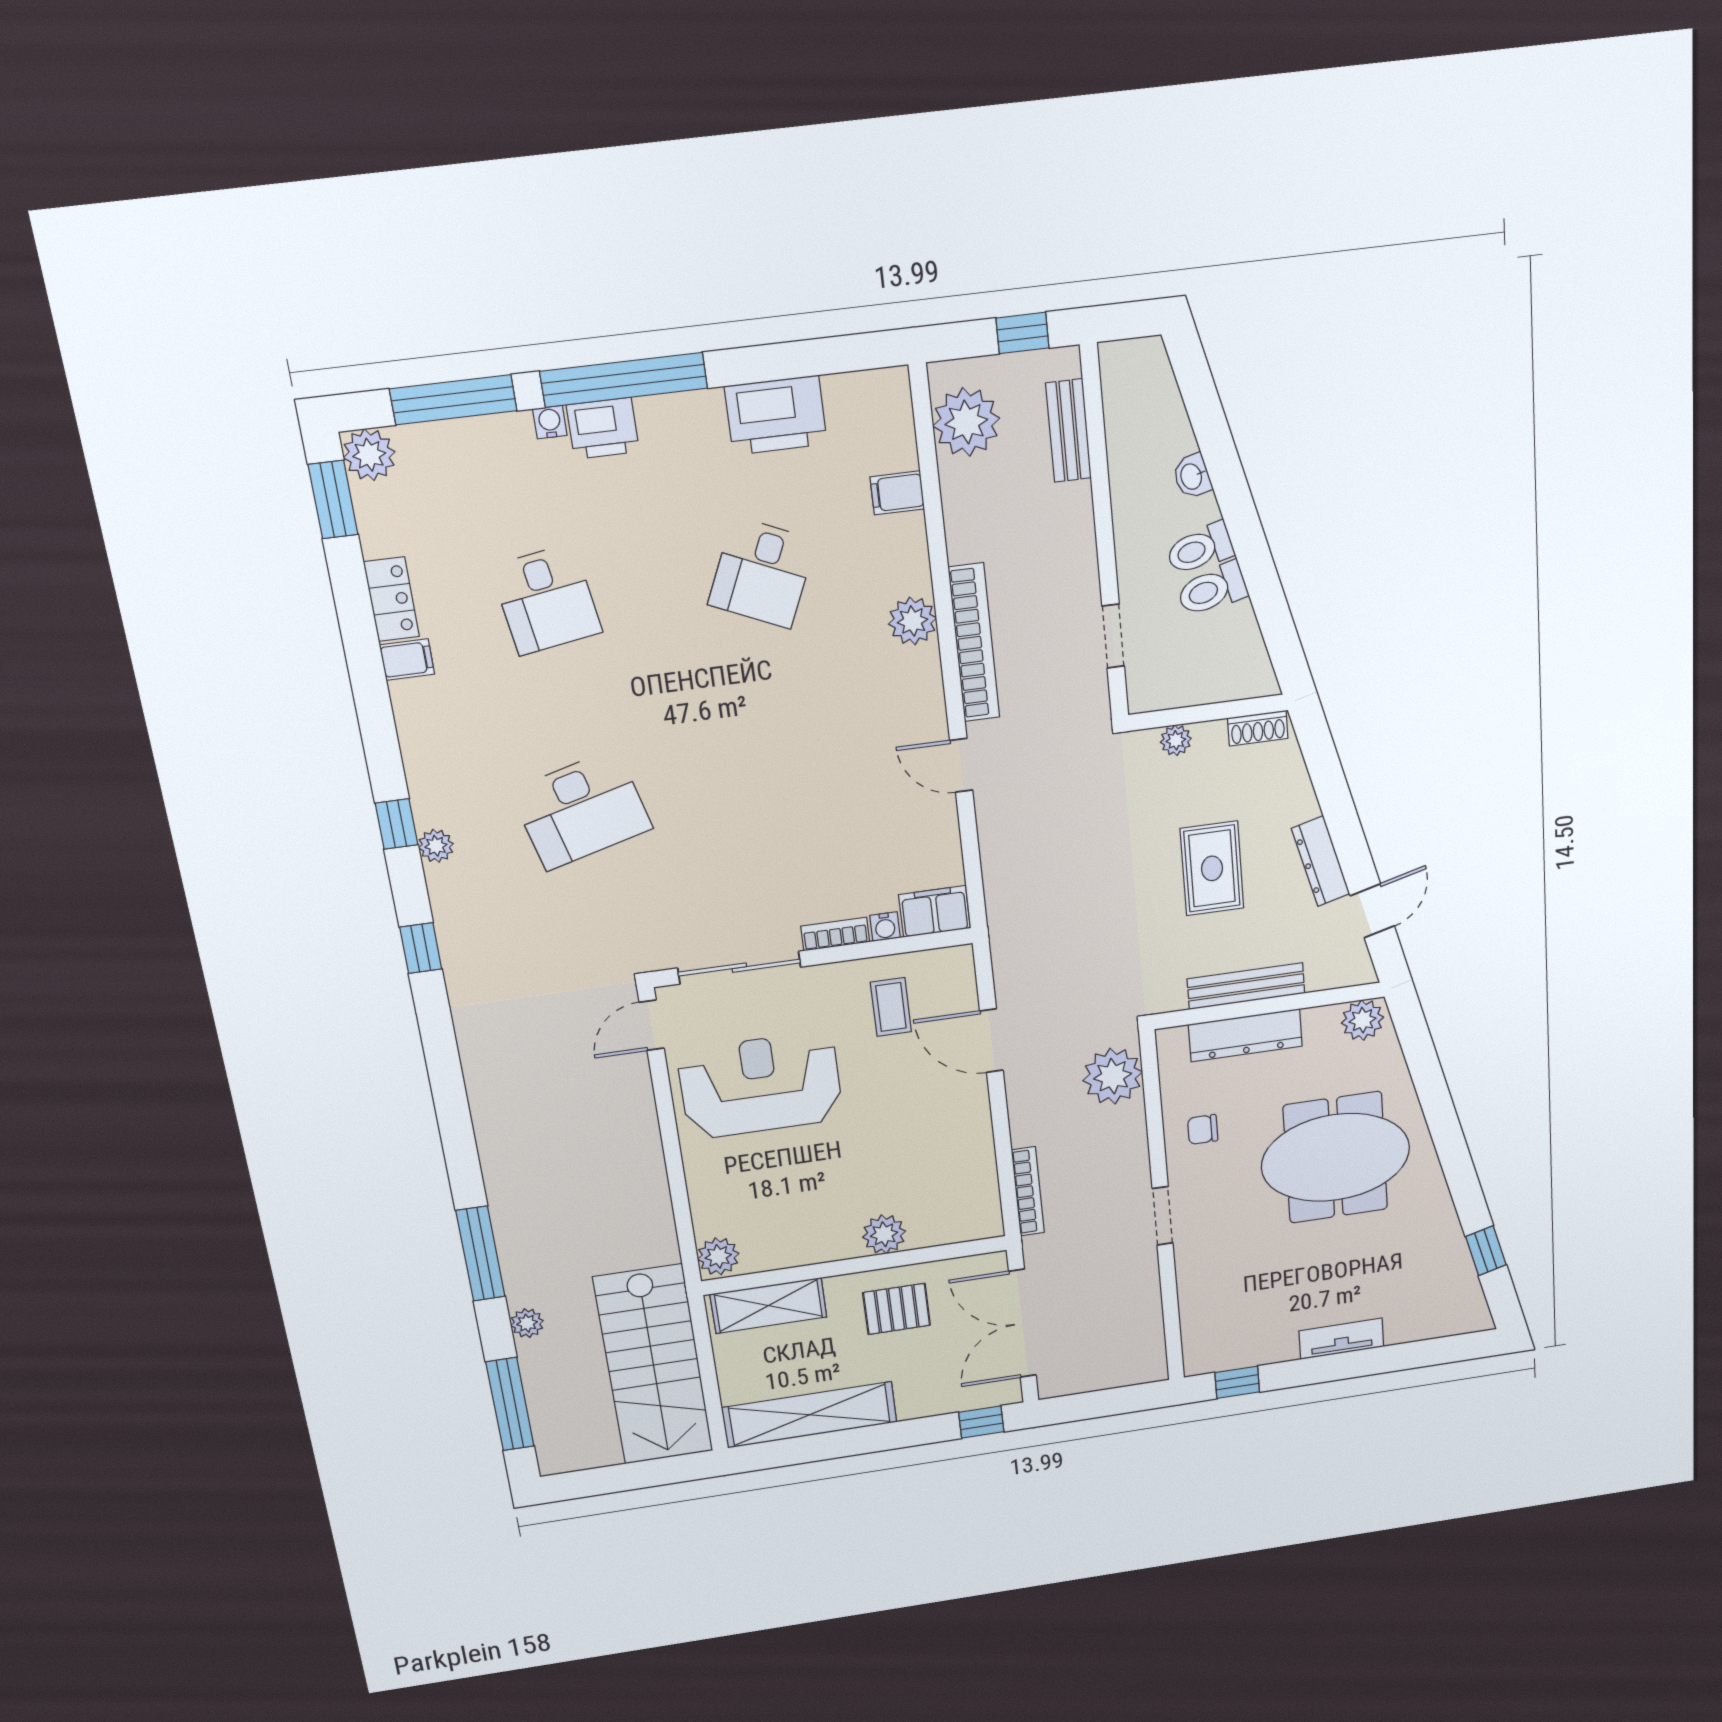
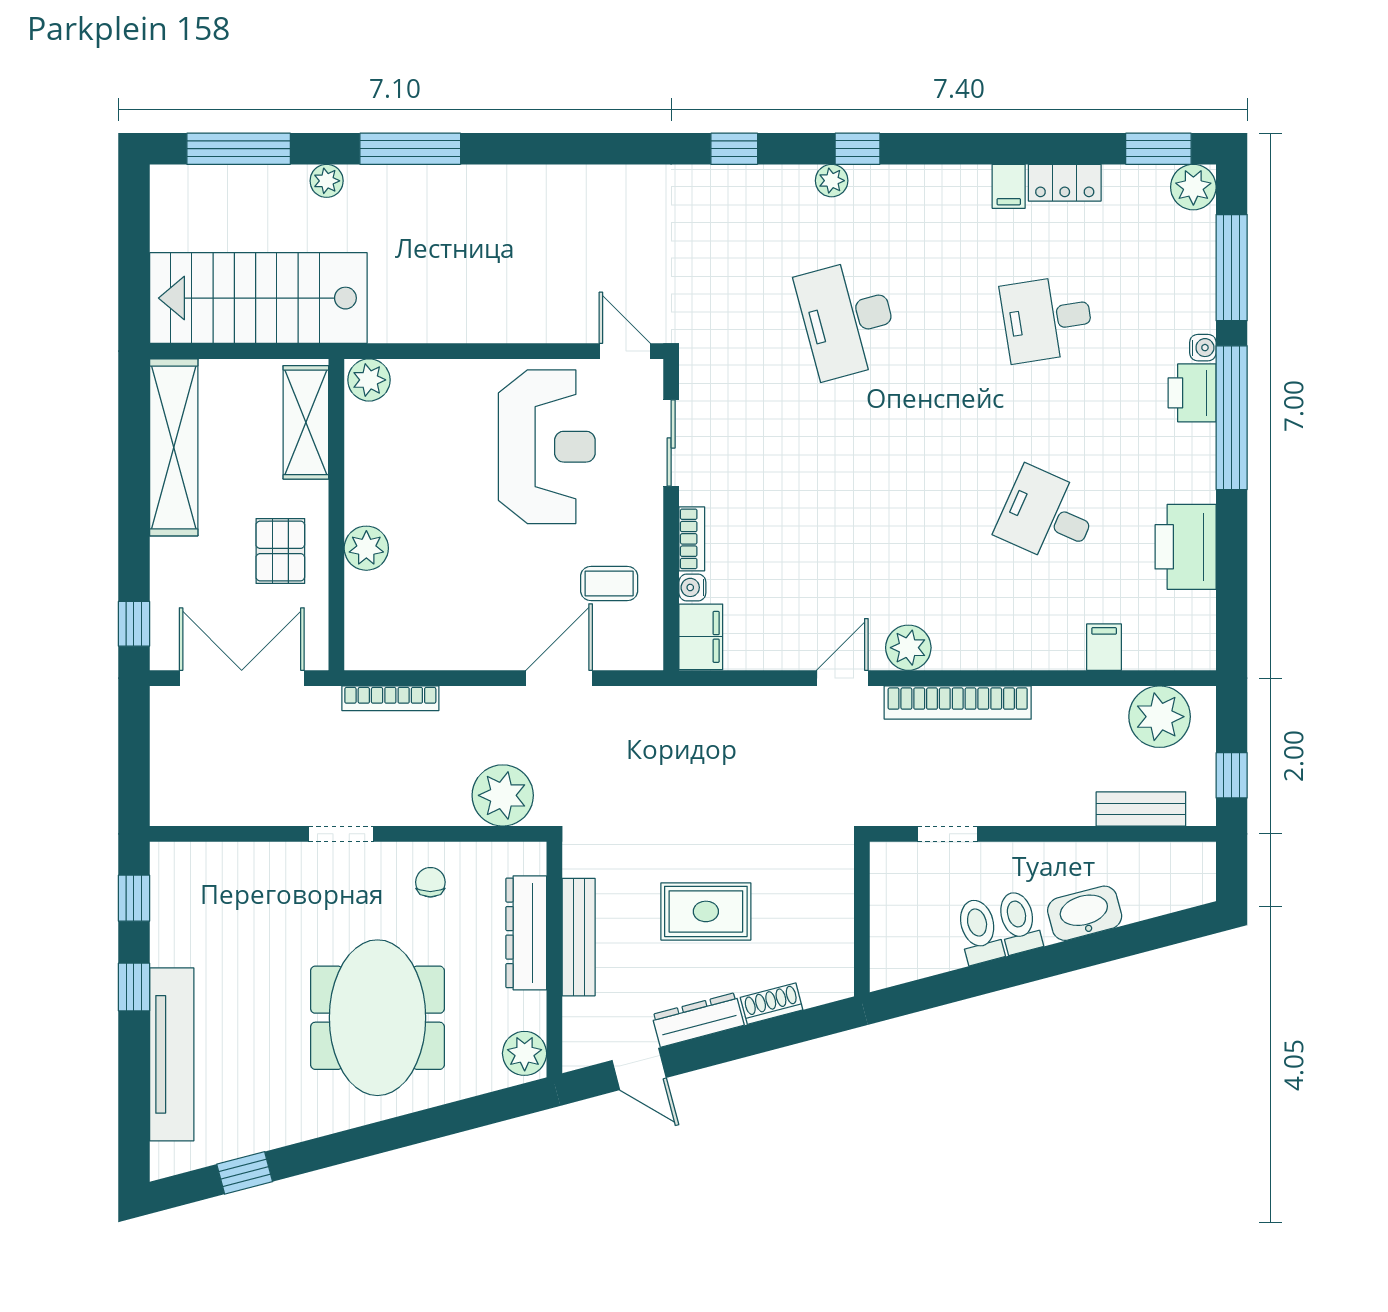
washbasin: (1192, 476) -> (1085, 913), width x1.91, depth x1.45
plant: (913, 621) -> (908, 648), moved
shoe rack: (1258, 728) -> (772, 1004), moved, turned 75
plant: (1176, 740) -> (839, 886), removed
sliding door: (739, 968) -> (671, 443), width x0.73
tv unit: (1341, 1339) -> (172, 1054), width x1.92, depth x1.29
window: (1319, 1370) -> (134, 987), added

